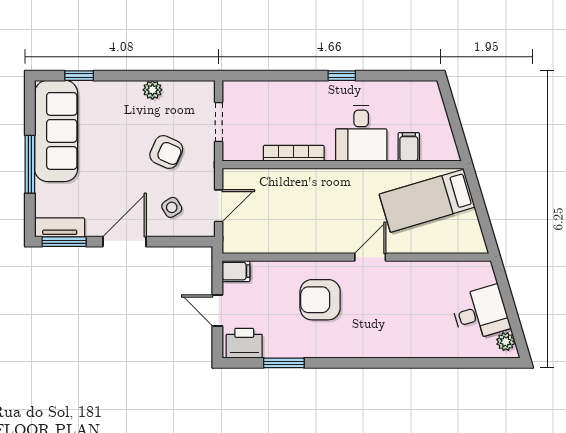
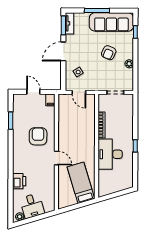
desk: (361, 133) -> (110, 154), width x1.37
filing cabinet: (409, 147) -> (104, 175), removed
armchair: (166, 152) -> (109, 53), moved
door: (124, 242) -> (63, 51), swing flipped
door: (217, 310) -> (33, 92), hinge flipped
printer: (244, 343) -> (19, 181), moved

